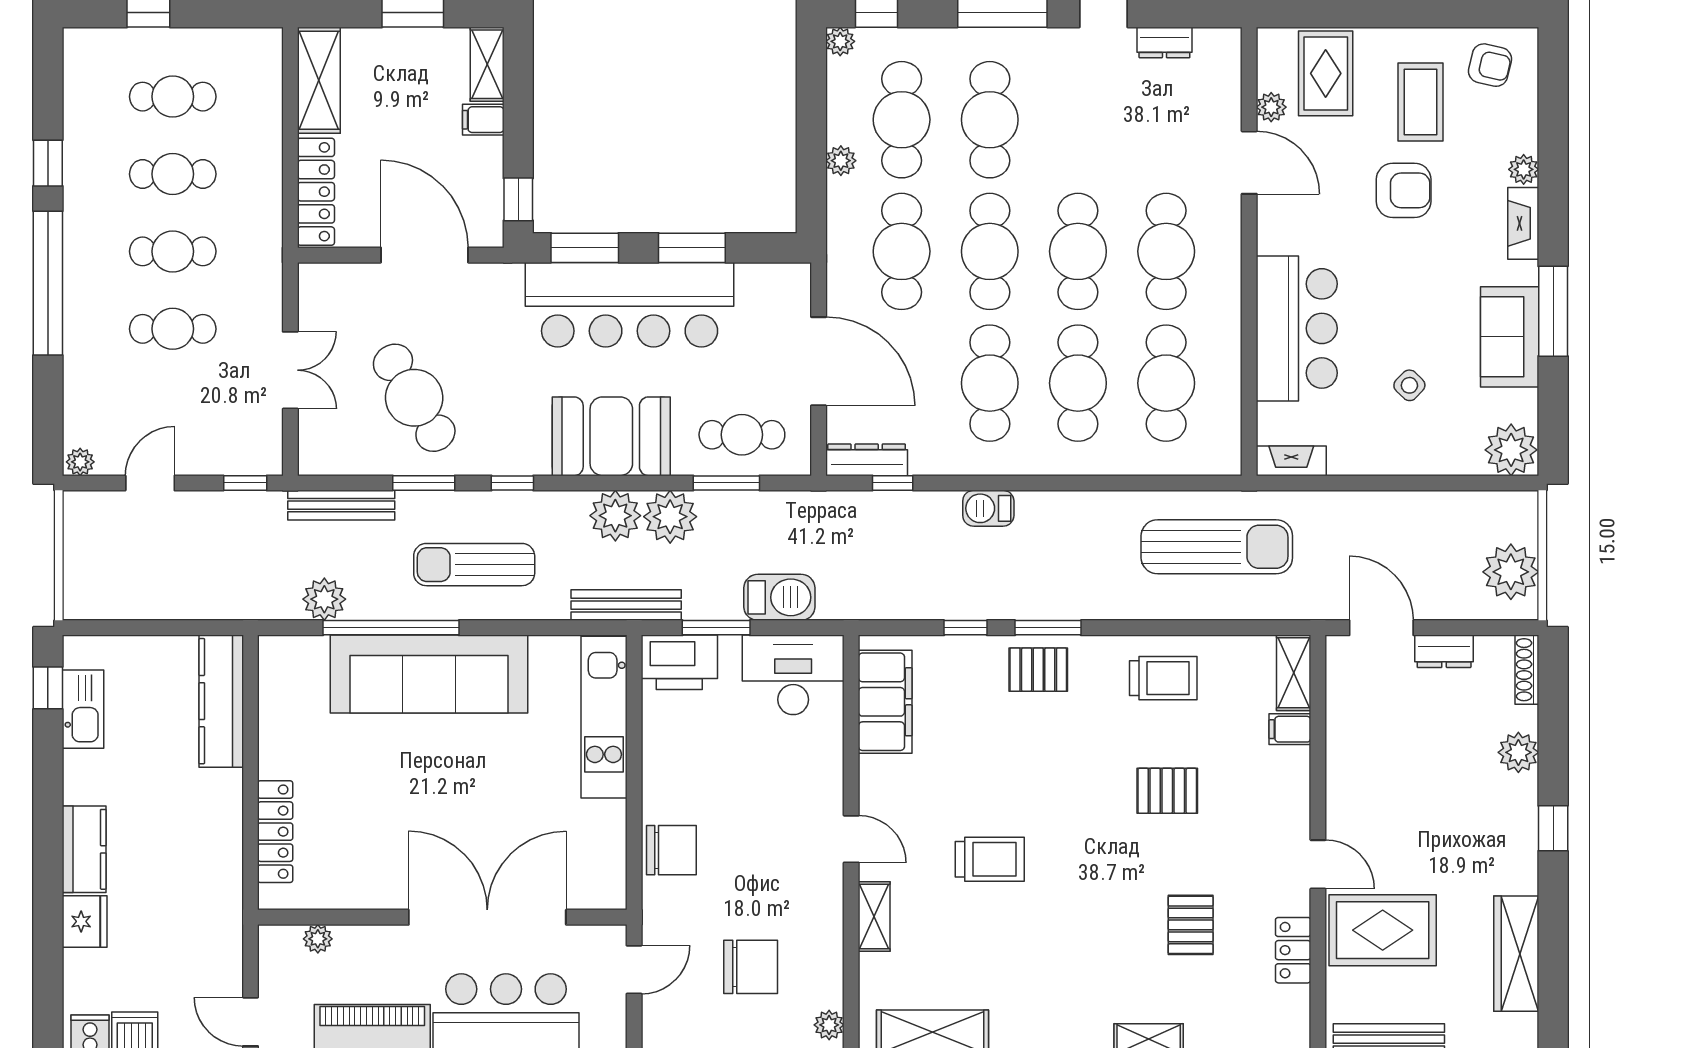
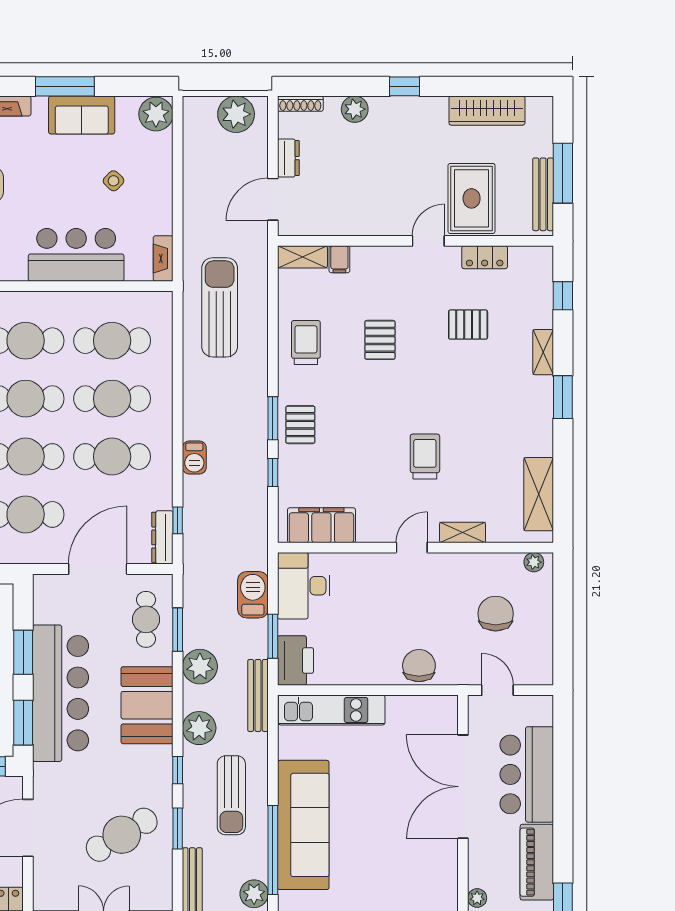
plant: (615, 516) -> (199, 728), moved

